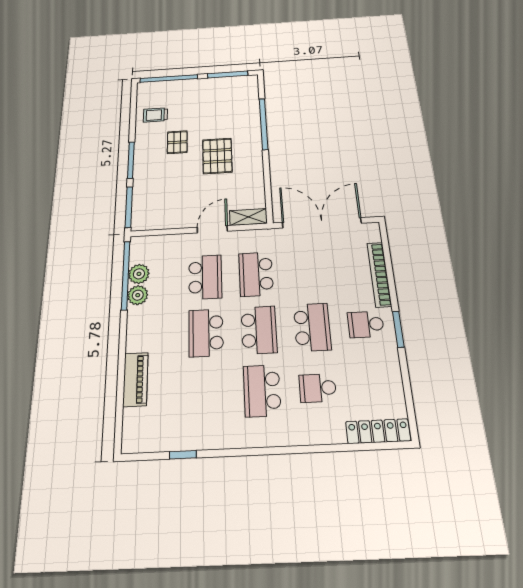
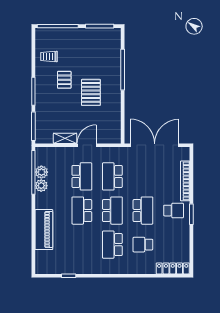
shelving: (248, 217) -> (65, 138), moved
school desk: (366, 324) -> (174, 211), turned 180
piano: (135, 379) -> (44, 230), width x1.37, depth x1.33

